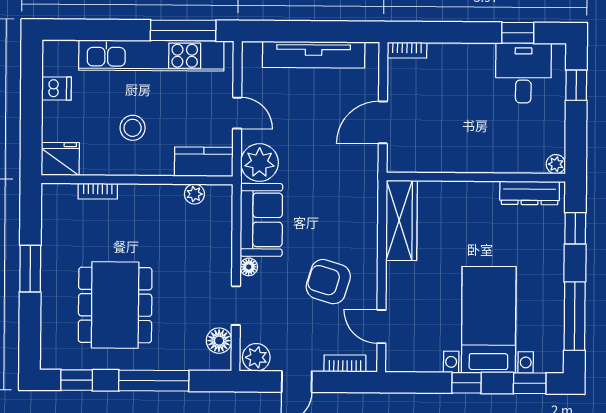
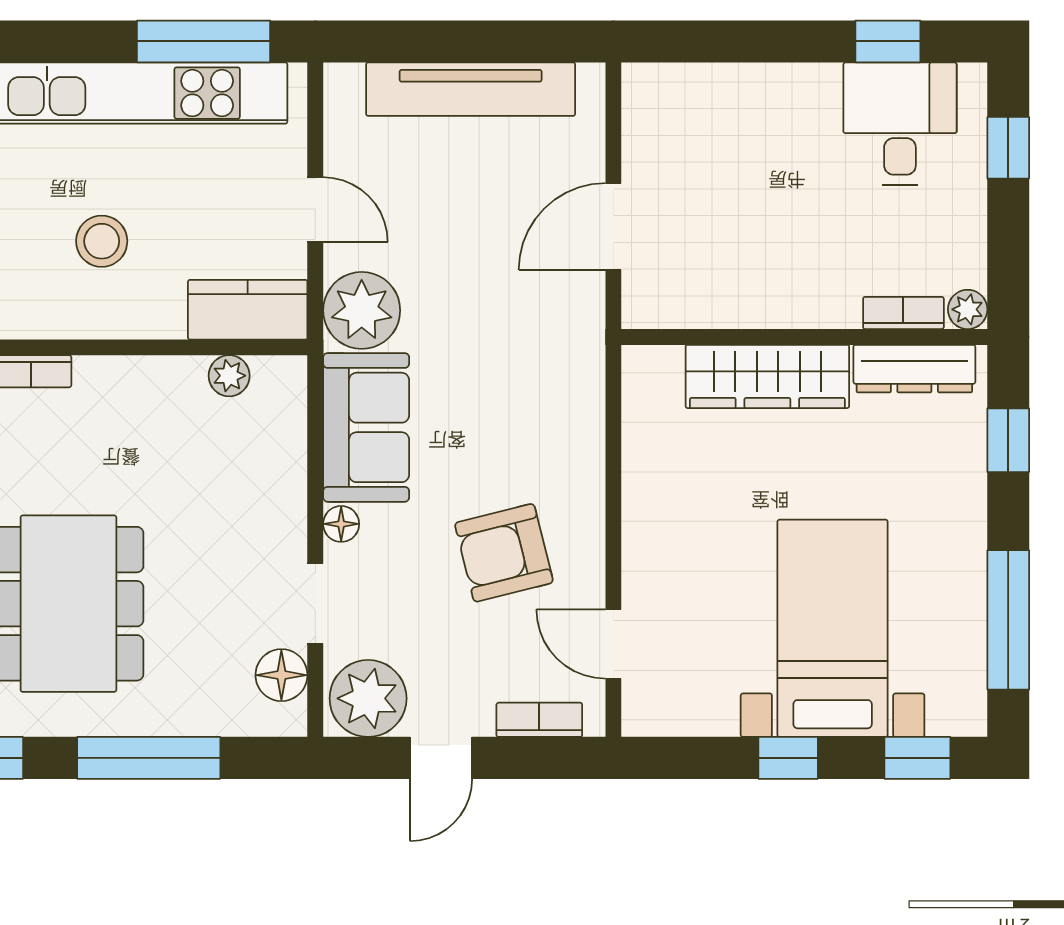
bookcase: (407, 50) -> (903, 313), moved, turned 180
wardrobe: (402, 220) -> (767, 376), moved, turned 90
armchair: (328, 282) -> (504, 553), turned -31
plant: (256, 357) -> (368, 698), width x1.36, depth x1.36

